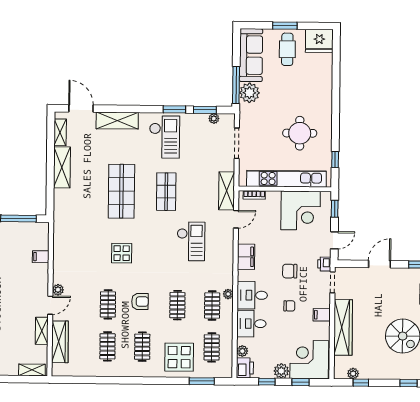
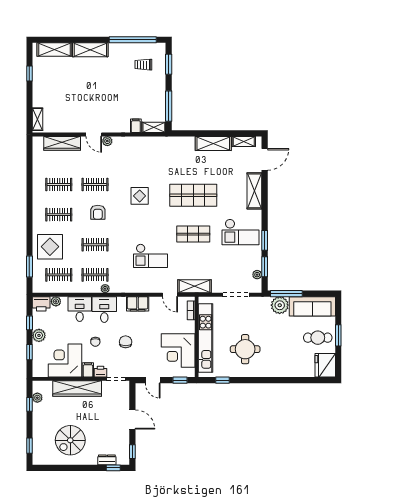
printer: (324, 264) -> (101, 372), moved
shelving: (42, 331) -> (154, 127), moved
corner desk: (309, 360) -> (65, 361), moved, turned -90

